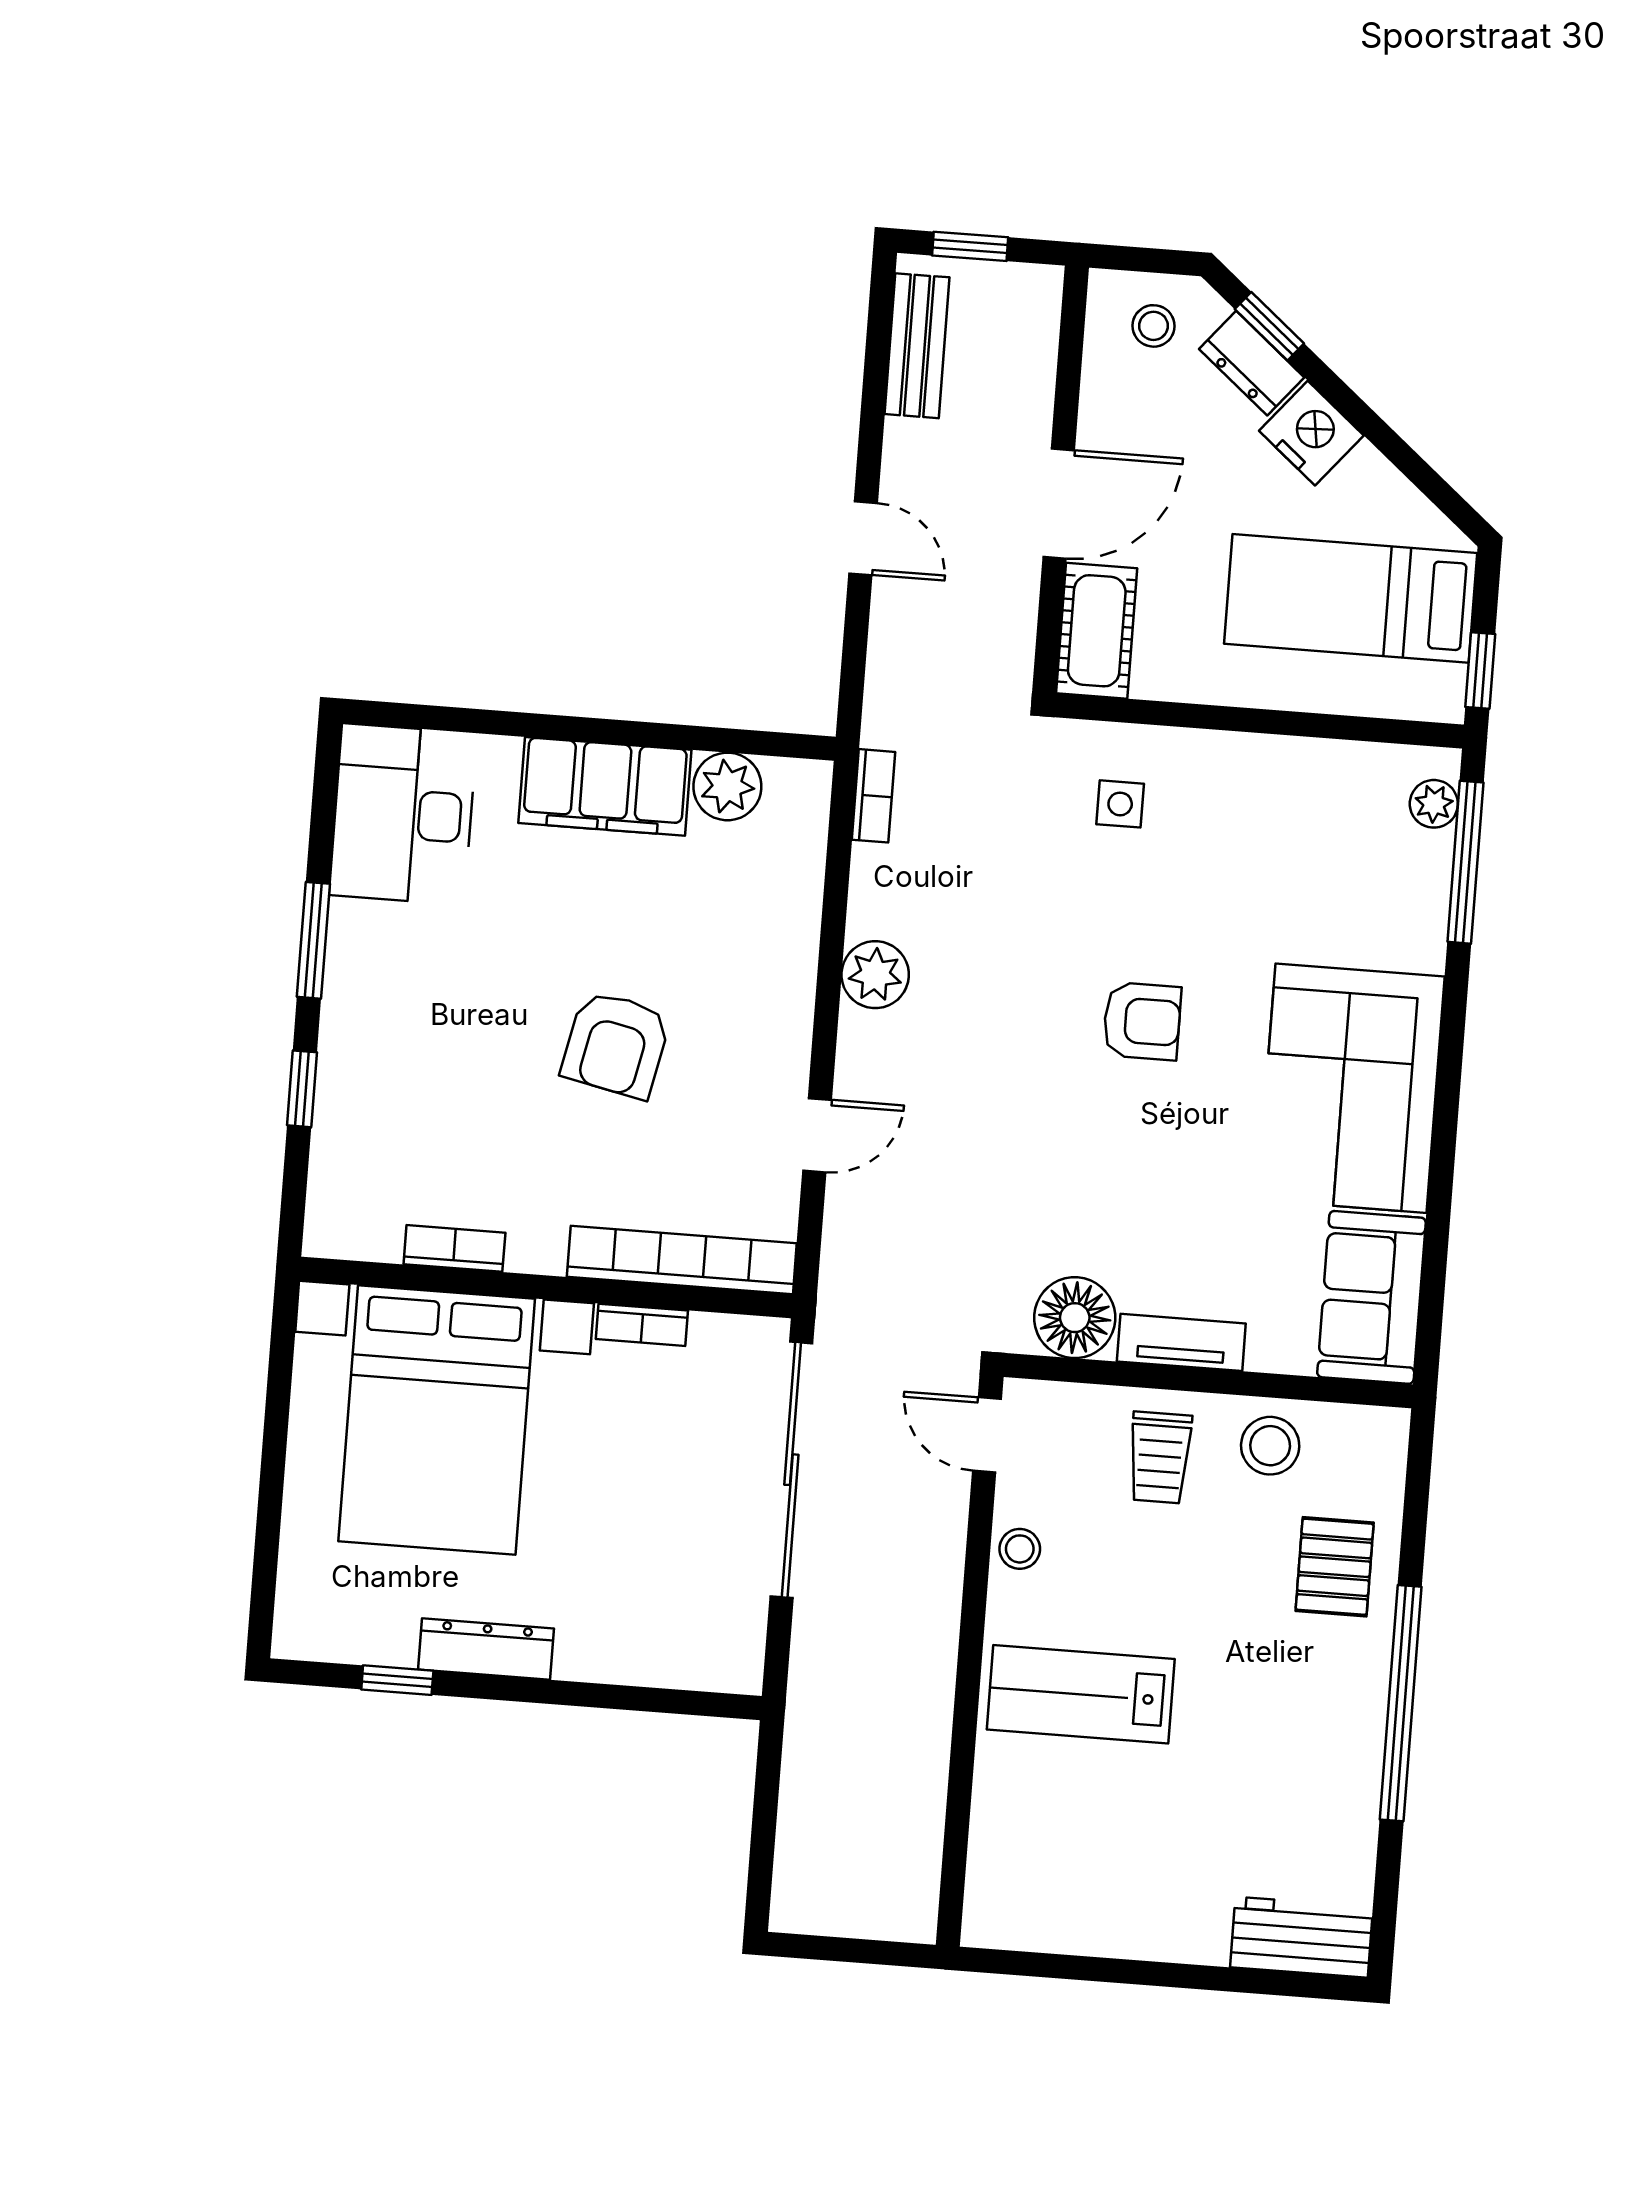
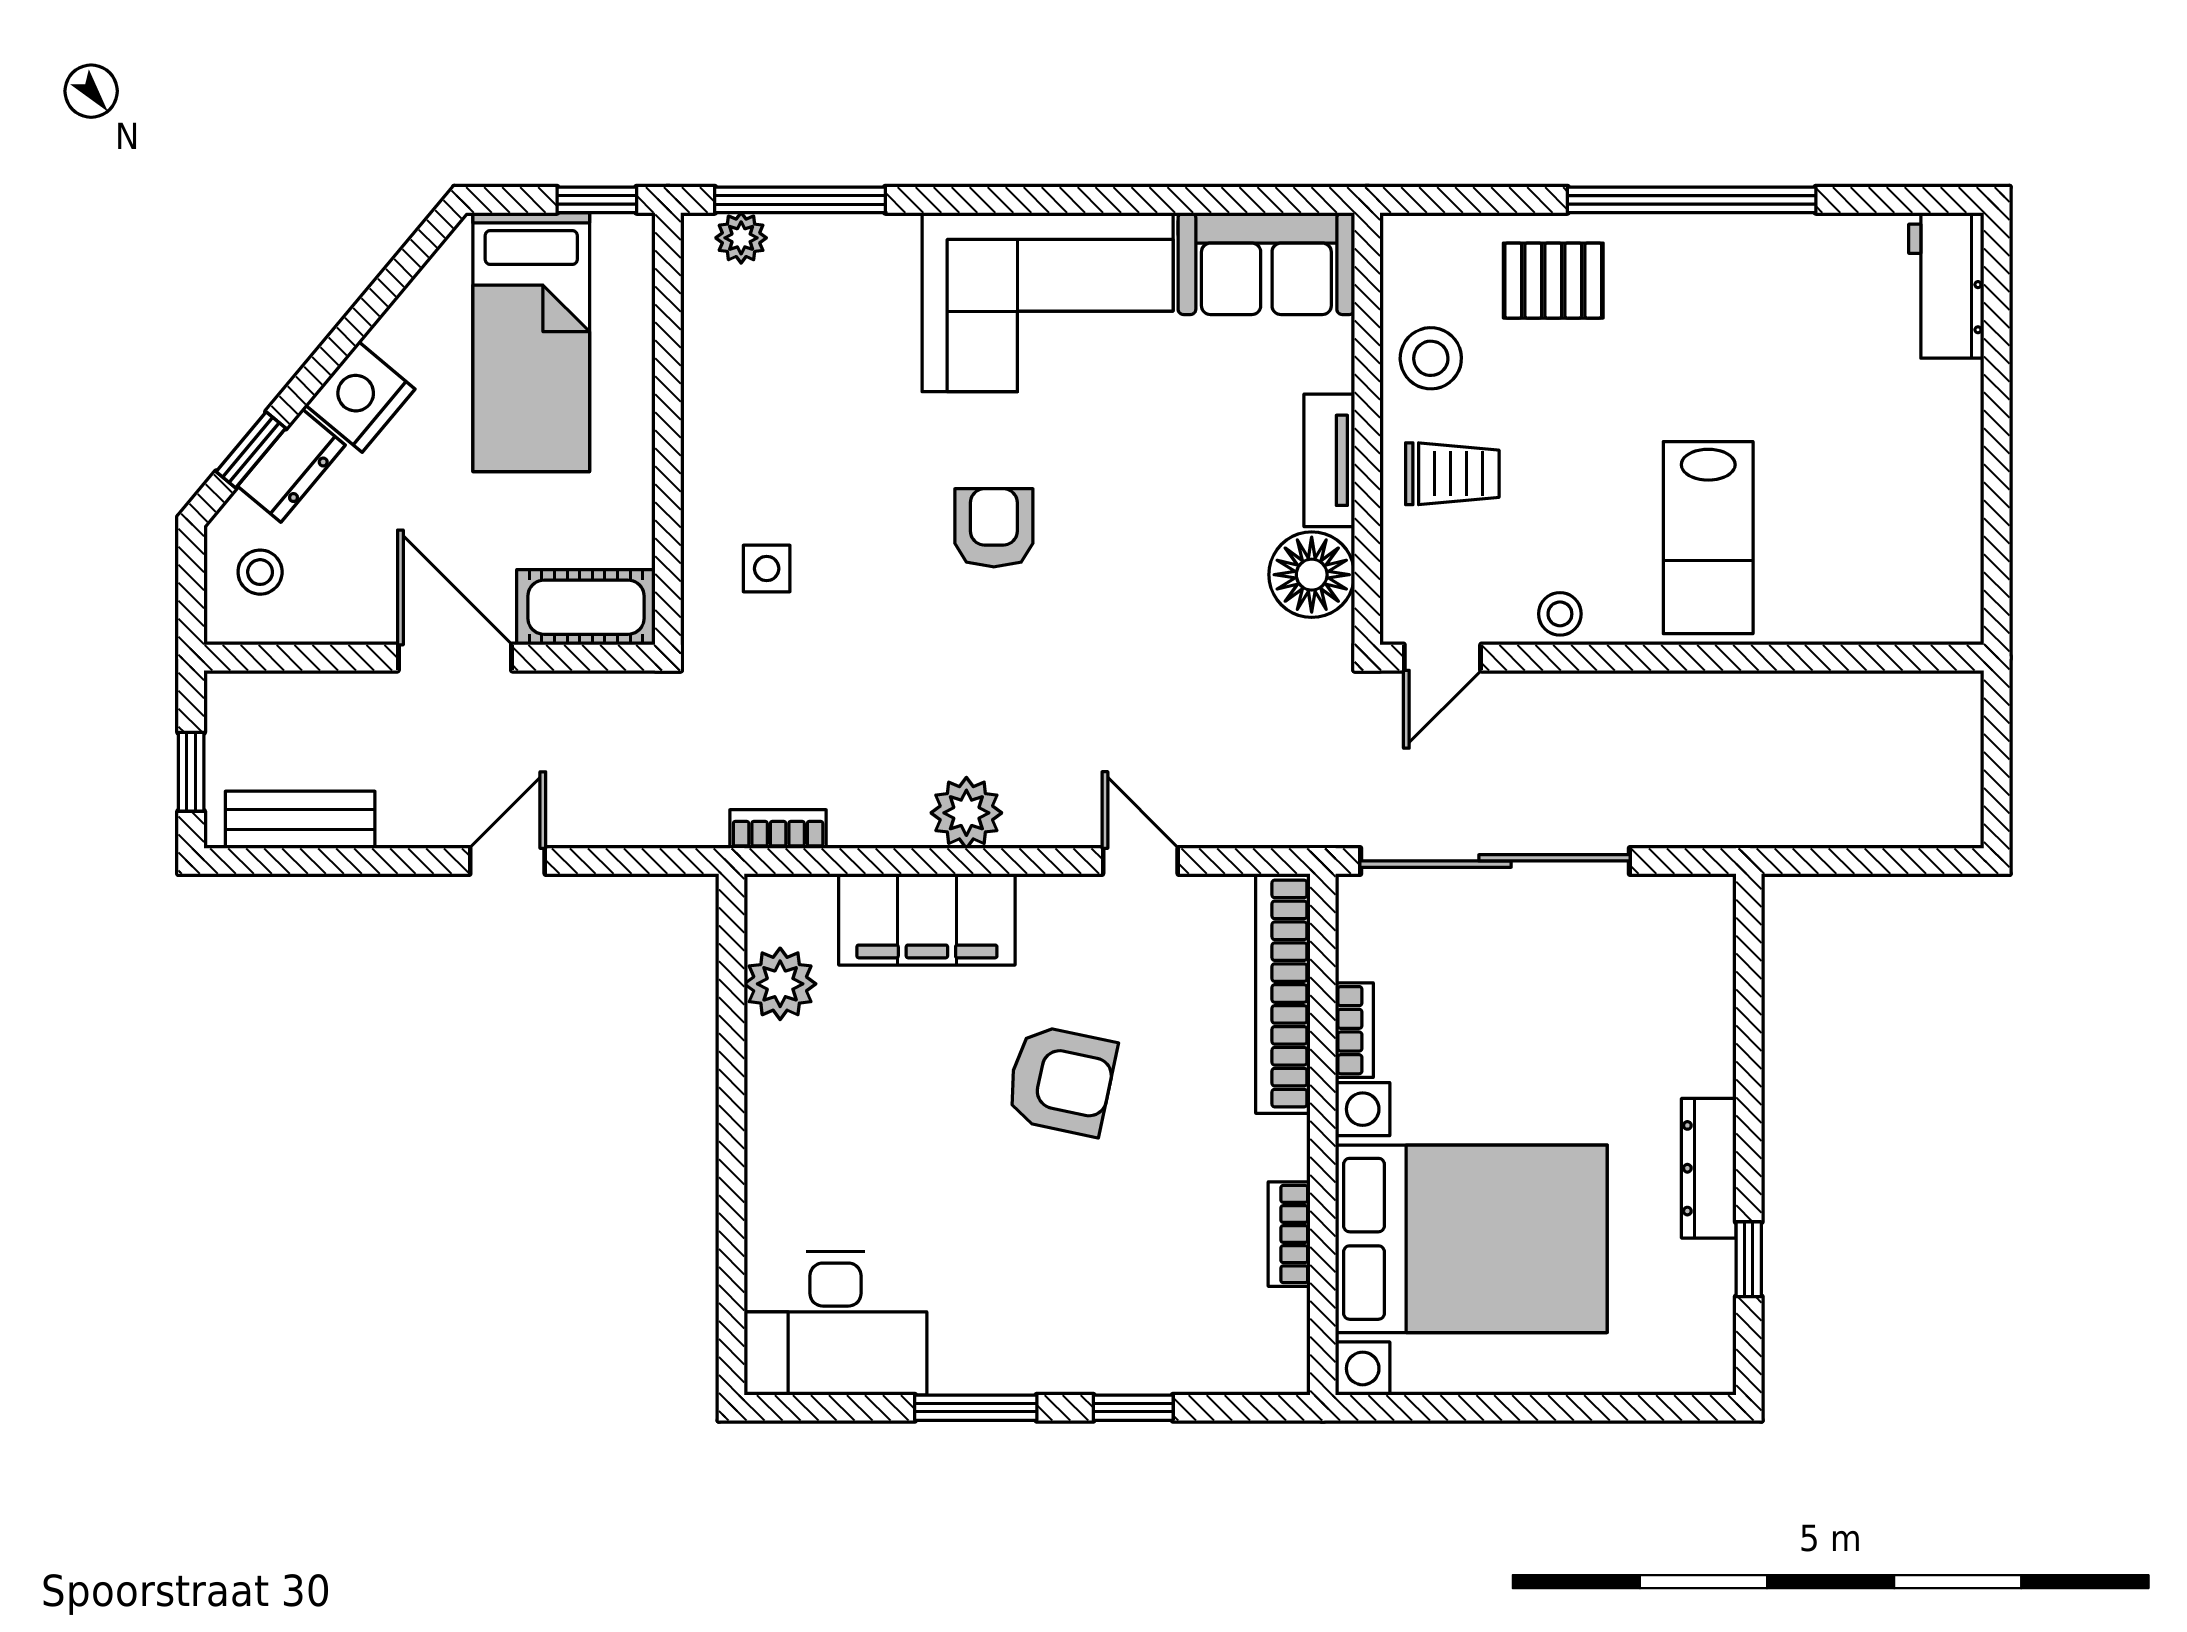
filing cabinet: (605, 786) -> (927, 919), moved, turned 90

